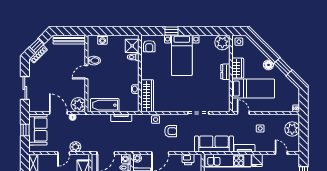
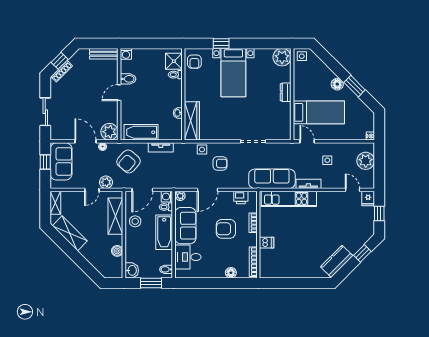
bench: (69, 40) -> (104, 54), width x0.73
washing machine: (102, 40) -> (126, 54), moved
wardrobe: (238, 68) -> (300, 88), removed
armchair: (94, 130) -> (129, 161), added
fridge: (257, 160) -> (368, 198), moved

